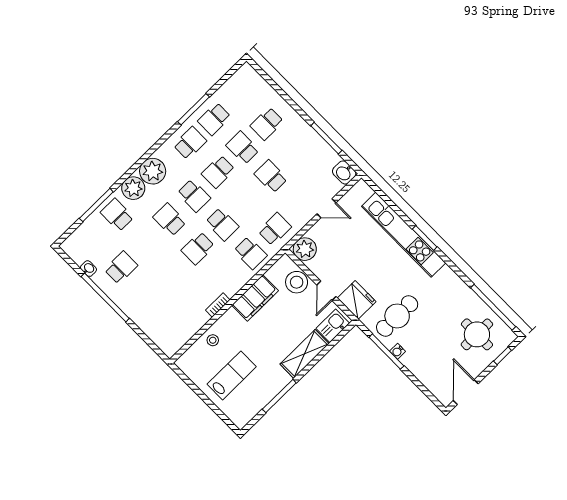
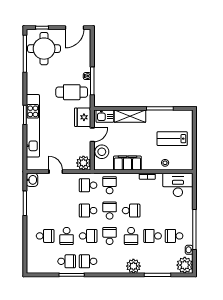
plant: (153, 171) -> (185, 265), moved
school desk: (271, 176) -> (88, 211), moved, turned 90
school desk: (117, 215) -> (153, 236), moved, turned 90
desk: (174, 329) -> (178, 185), added
round table: (477, 334) -> (44, 49), width x1.36, depth x1.36

